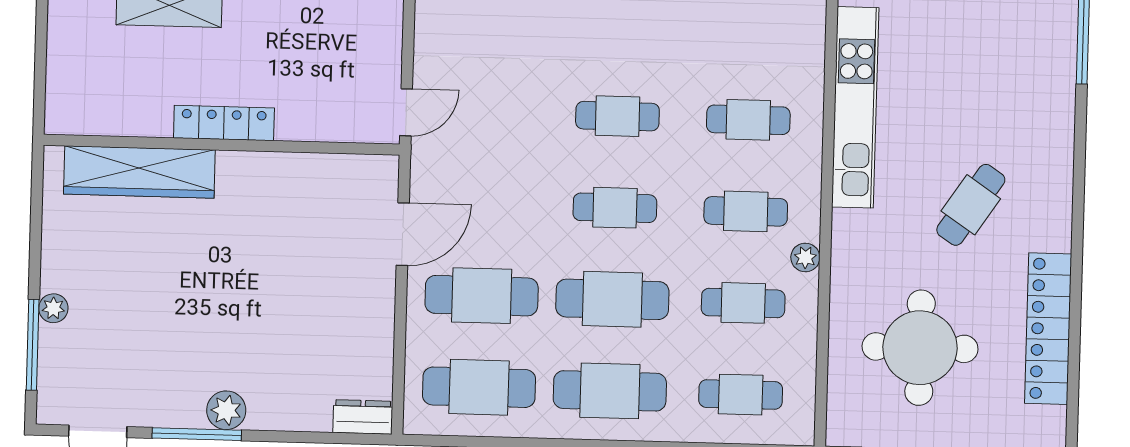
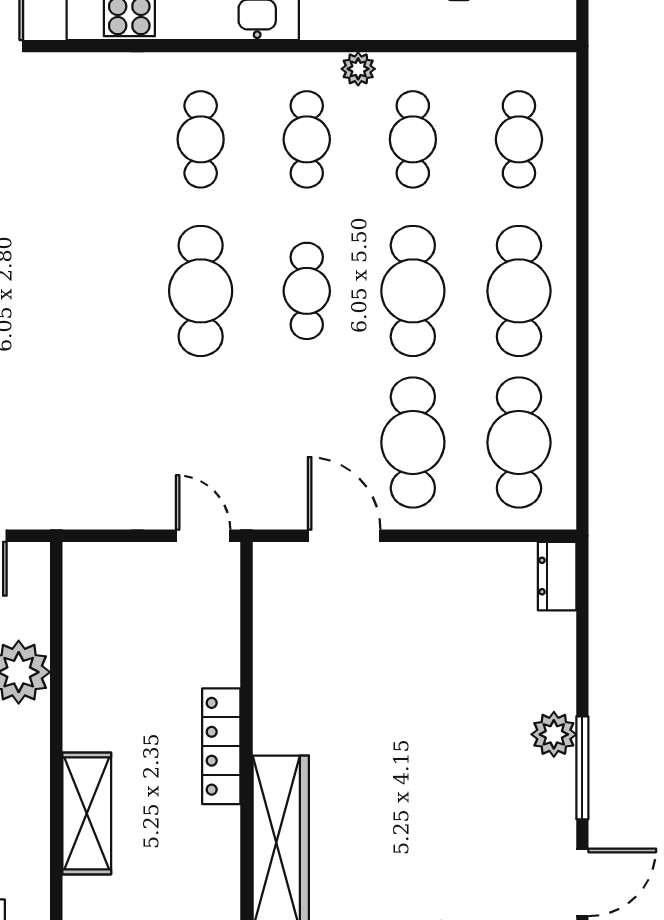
cafe table: (617, 116) -> (201, 291), width x1.37, depth x1.35

